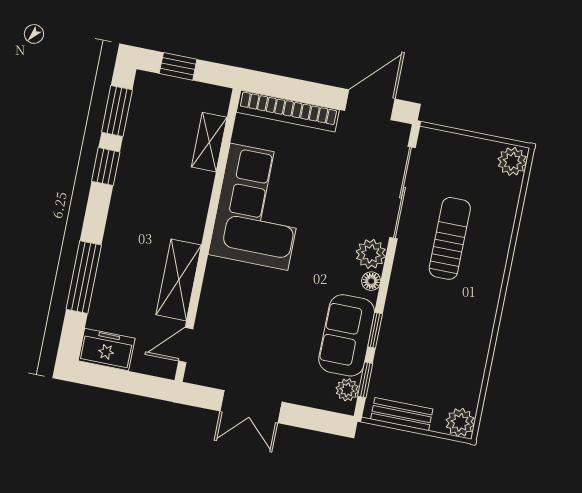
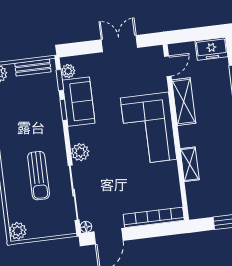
shelving: (209, 142) -> (190, 164), moved
corner sofa: (259, 207) -> (149, 129), moved
floor lamp: (371, 281) -> (86, 227), moved

